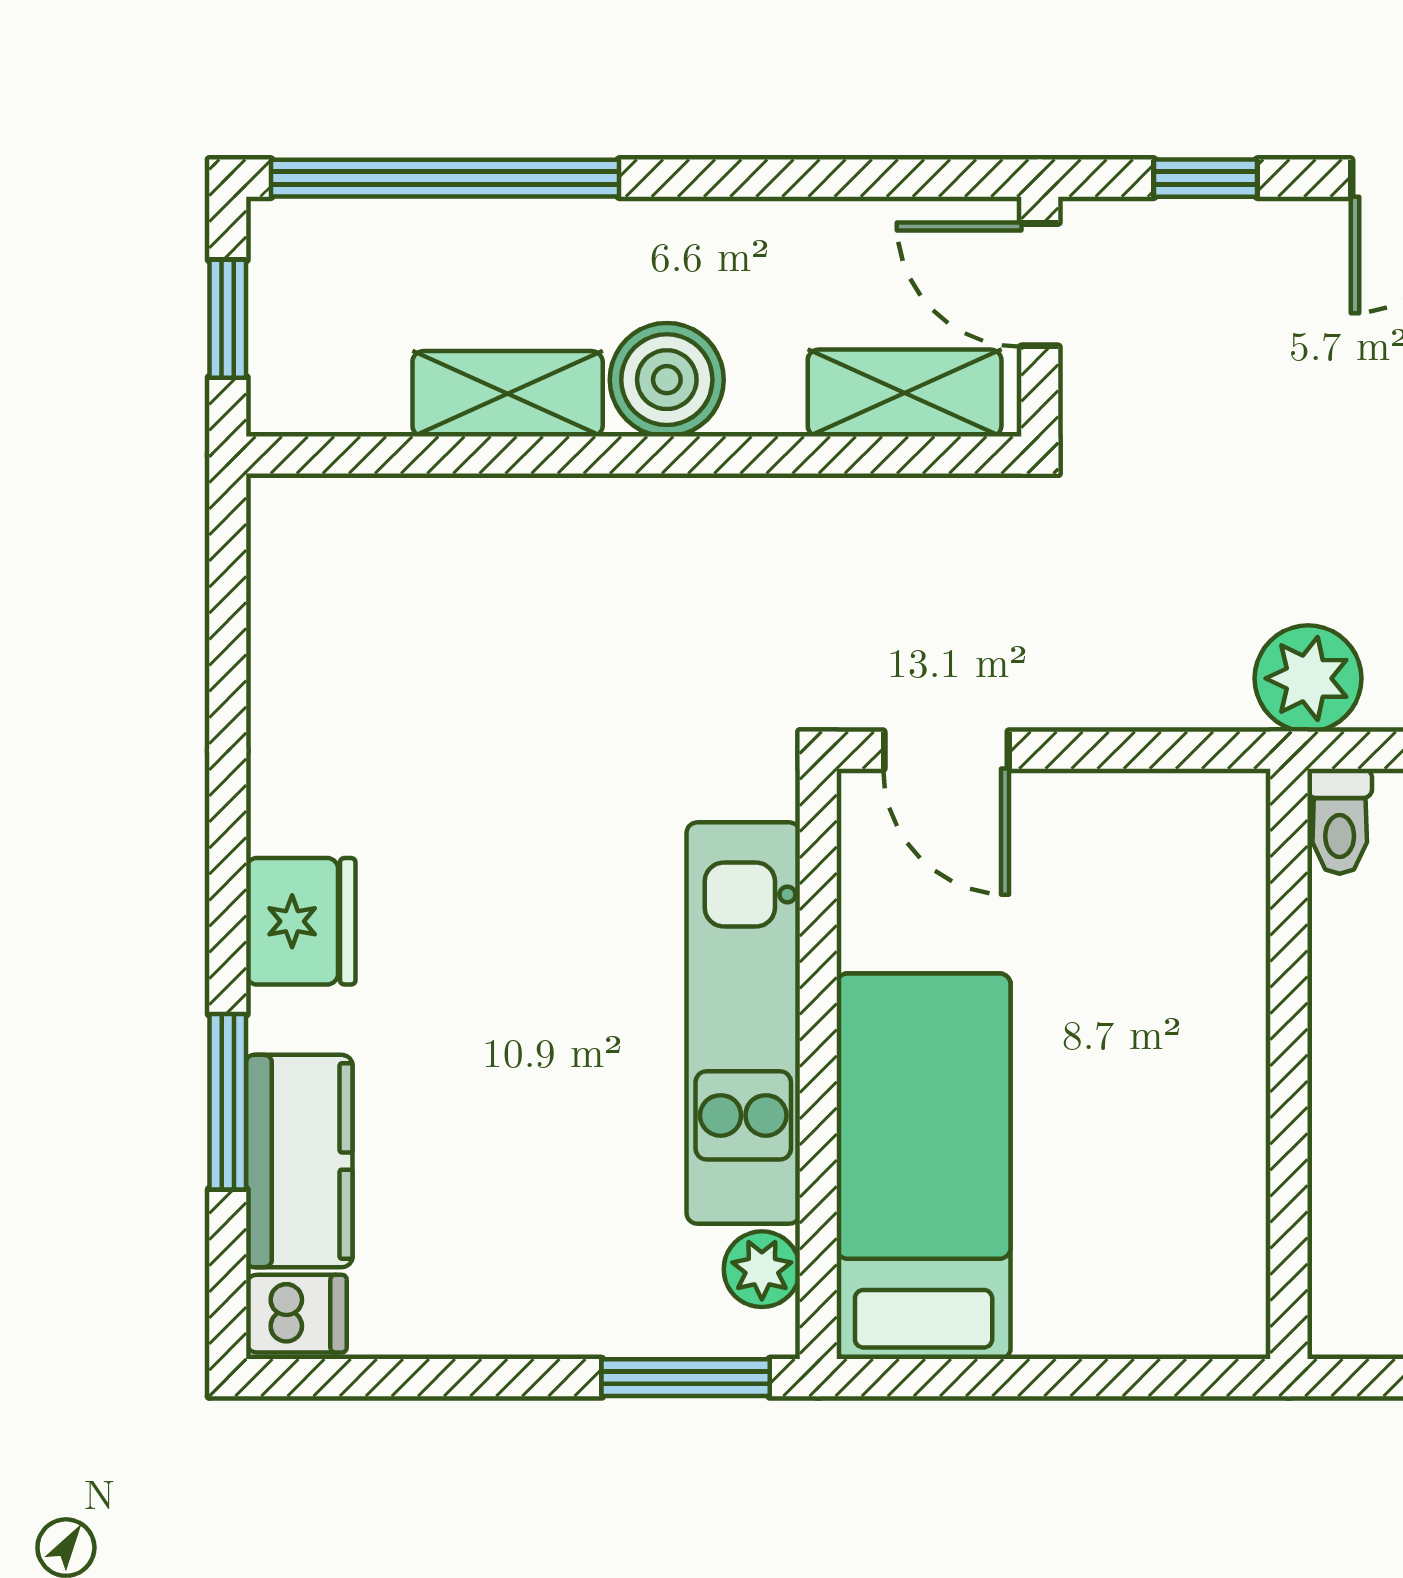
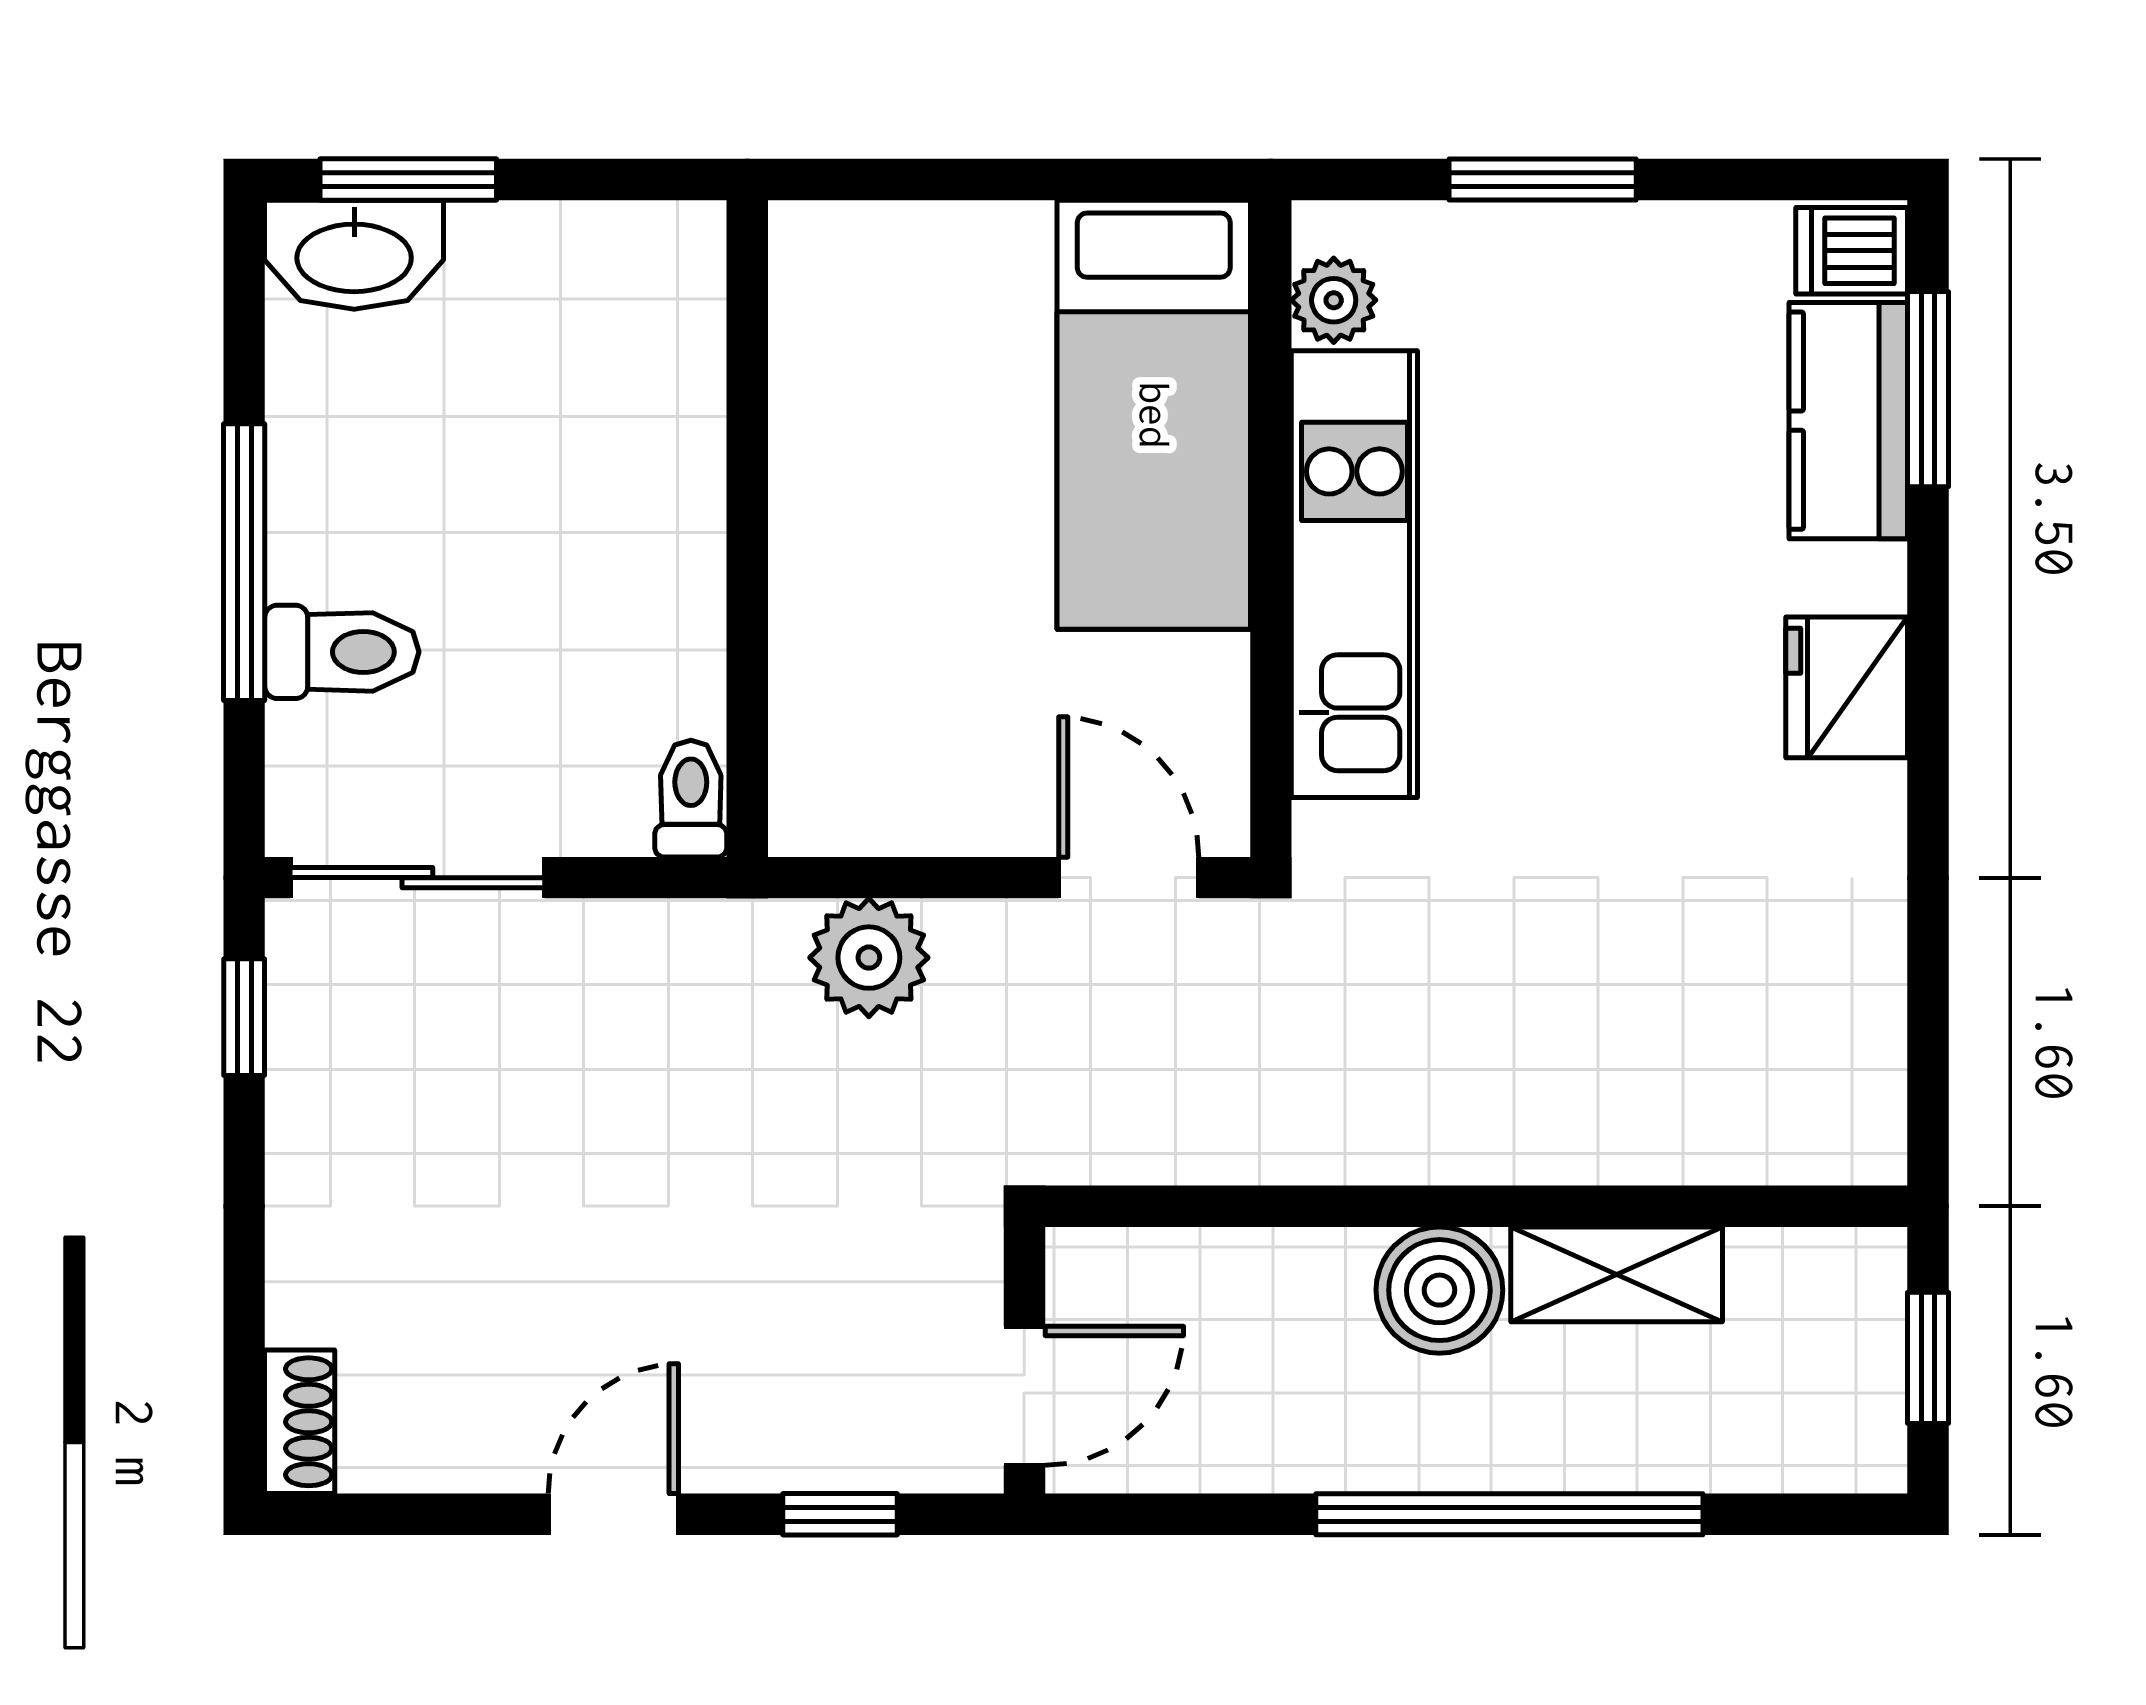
window: (445, 178) -> (1509, 1514), moved
door: (1040, 285) -> (1024, 1396), hinge flipped
shelving: (905, 393) -> (1175, 1275), removed
plant: (1308, 678) -> (869, 958), moved
window: (228, 1102) -> (1928, 389), moved
window: (686, 1378) -> (1543, 180), moved

